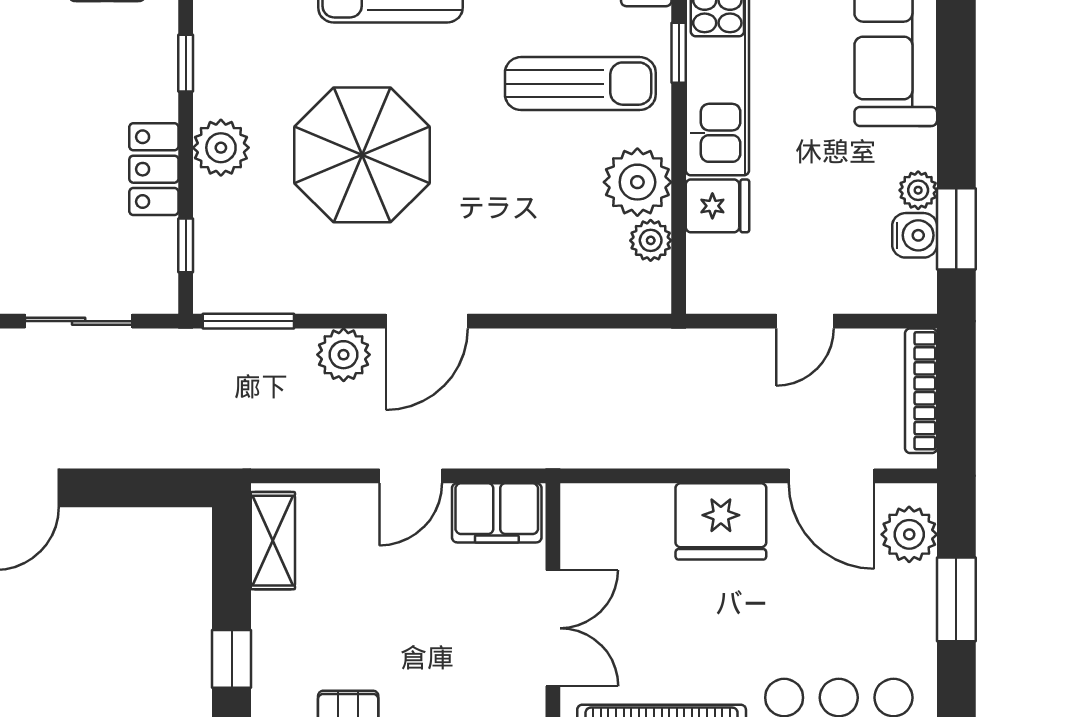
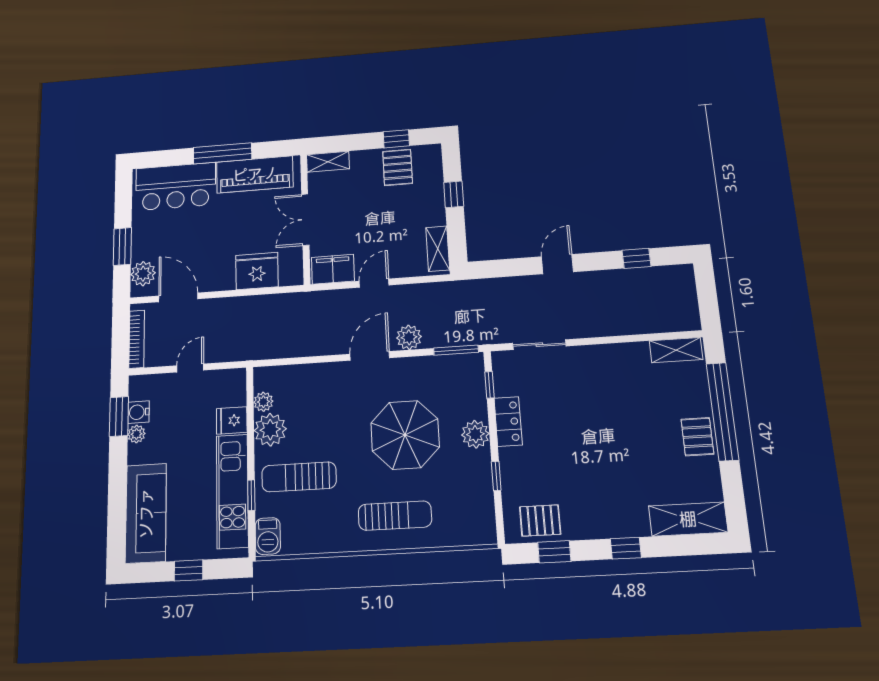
fridge: (721, 521) -> (257, 271), moved

